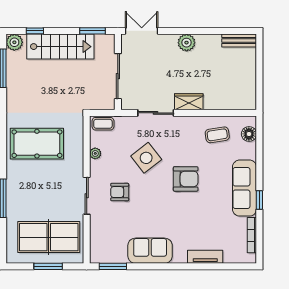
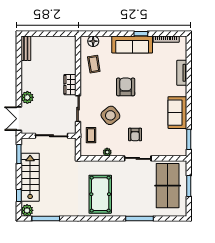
plant: (187, 43) -> (27, 97), moved
coffee table: (103, 124) -> (91, 135), moved

